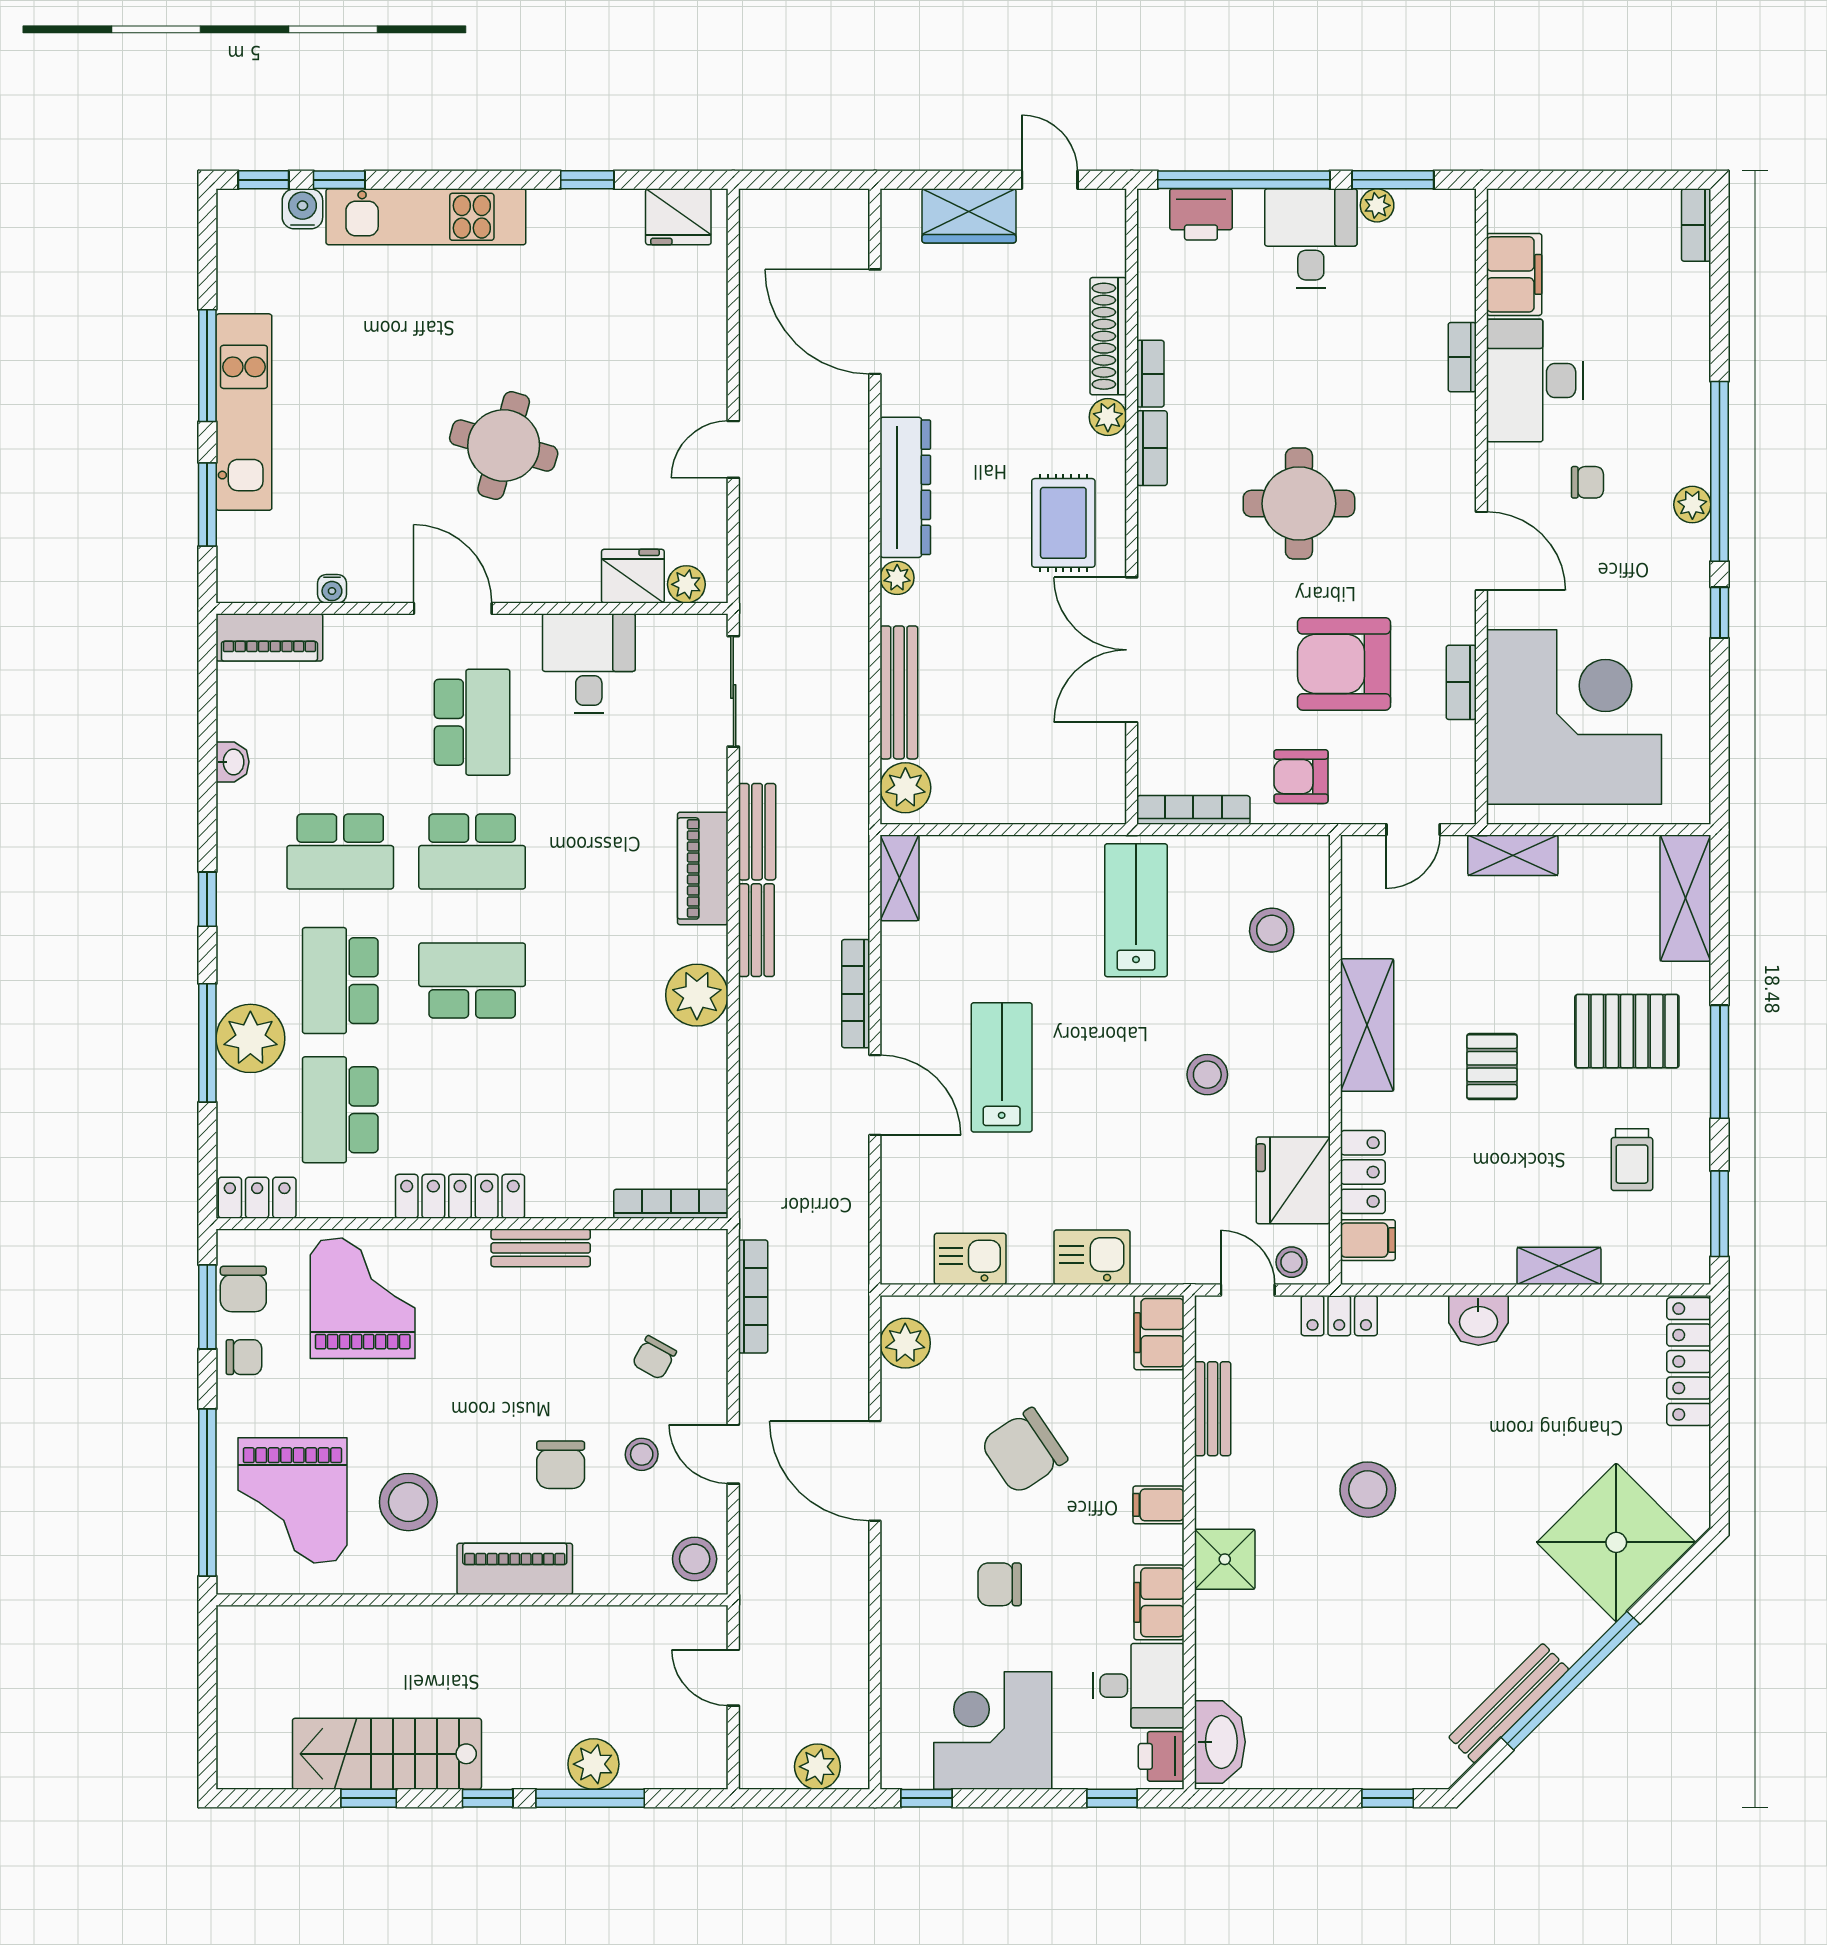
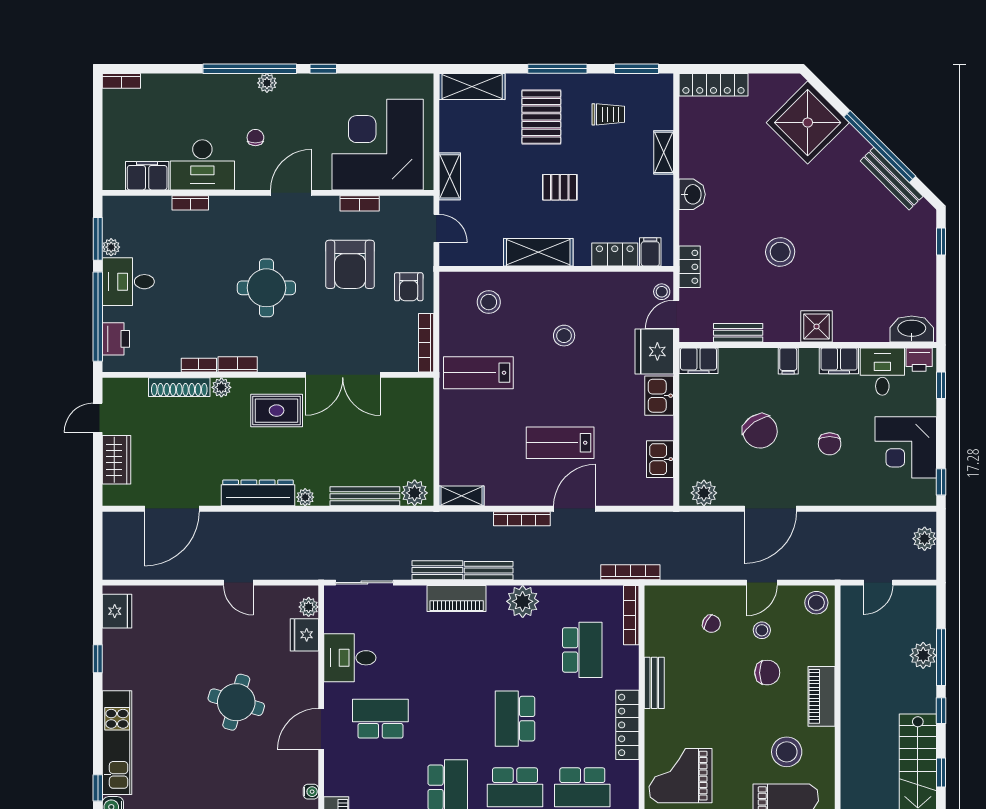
school desk: (472, 851) -> (582, 650), moved
fridge: (1293, 1180) -> (654, 351), moved, turned 90
bookcase: (753, 1297) -> (630, 572), moved

